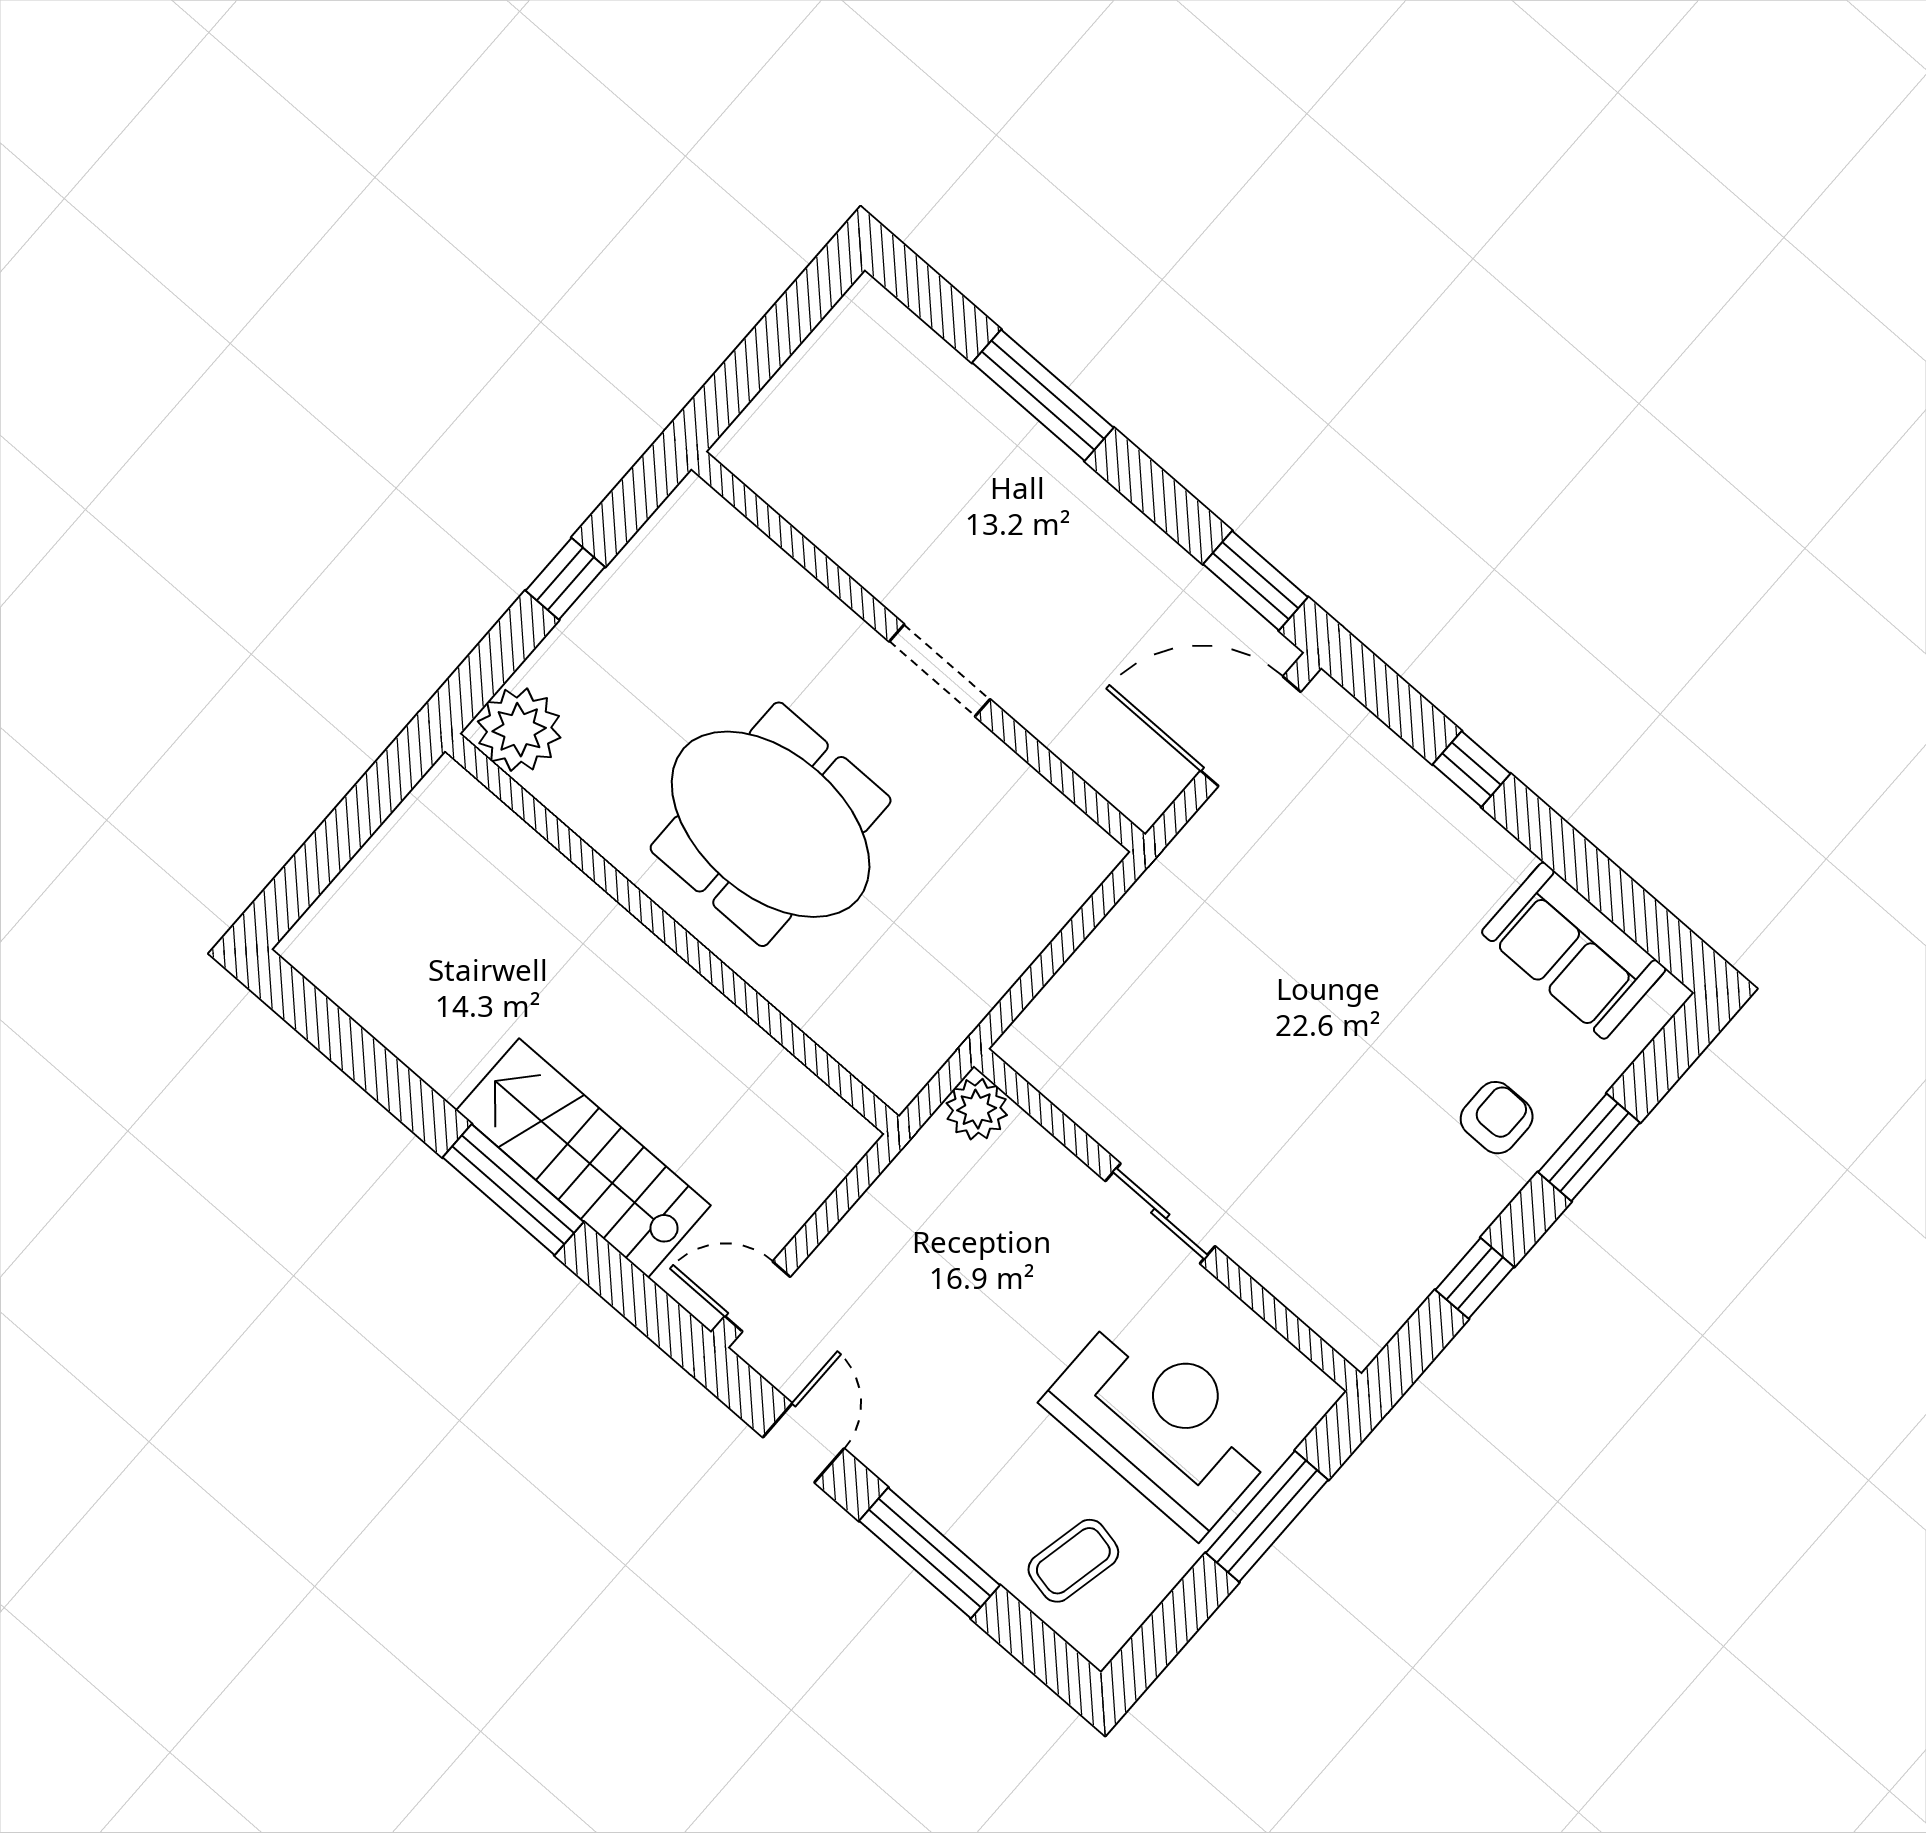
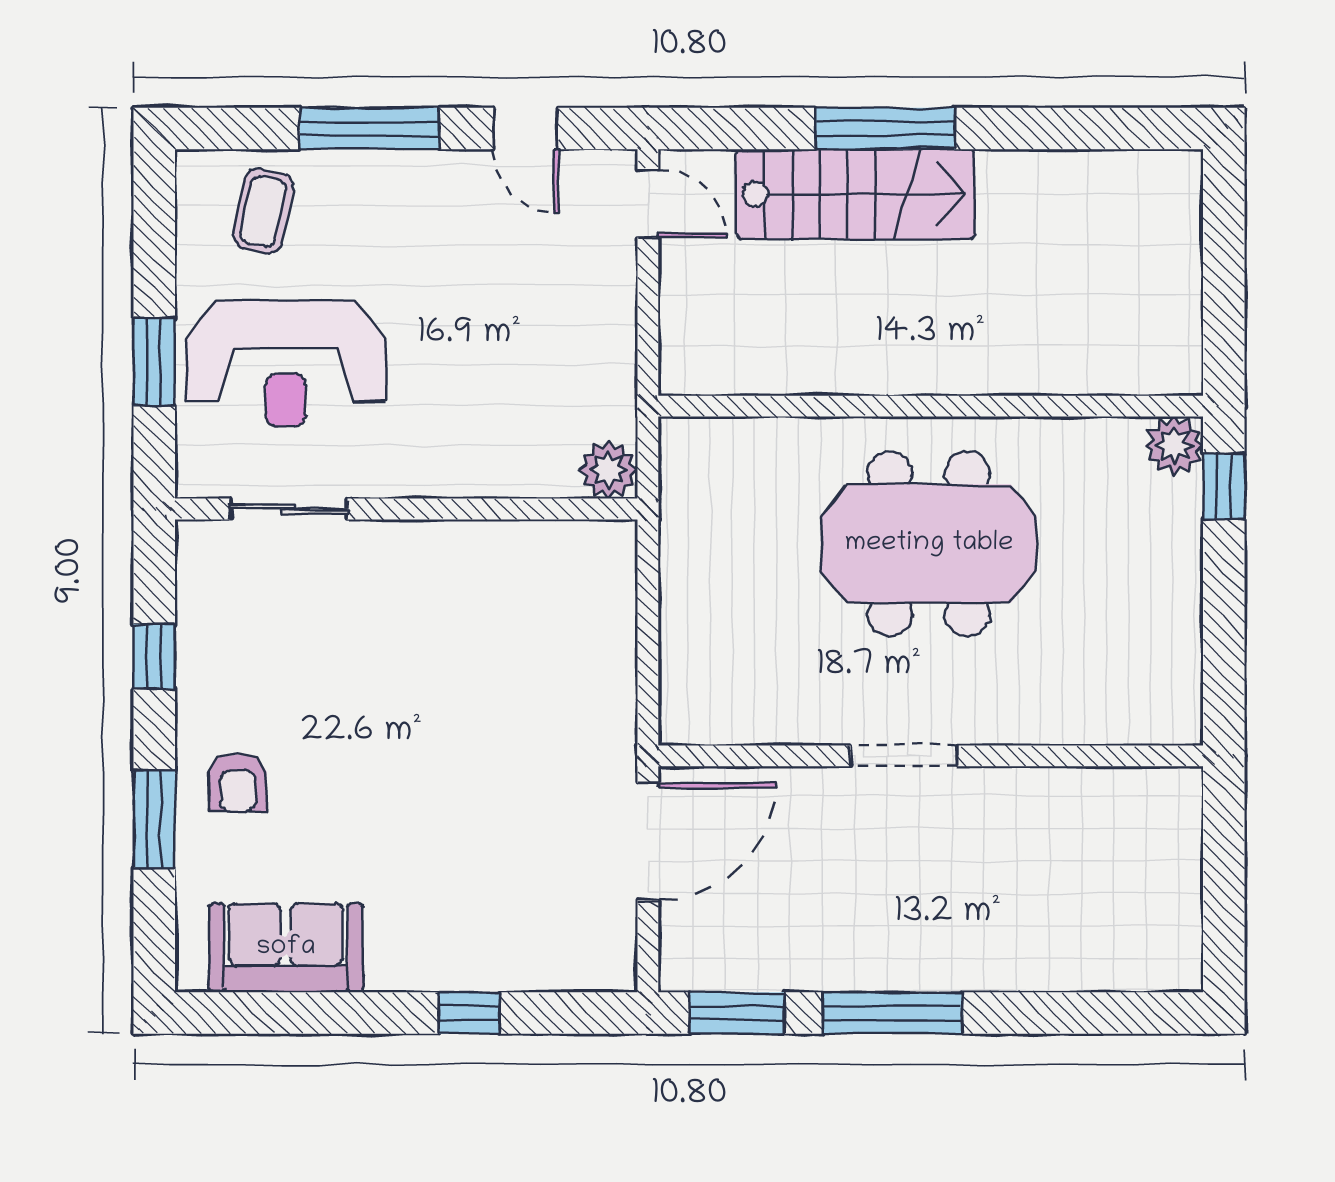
window: (1043, 395) -> (893, 1013), moved
window: (565, 579) -> (1224, 486), moved
plant: (519, 730) -> (1174, 445), width x0.73, depth x0.73
door: (1251, 731) -> (648, 842), moved
sliding door: (1160, 1214) -> (288, 509), moved
door: (758, 1296) -> (648, 203), hinge flipped
window: (1267, 1516) -> (154, 361), width x0.69

